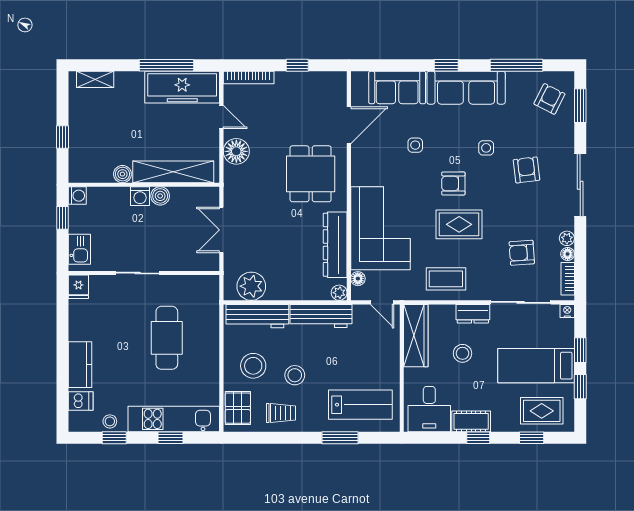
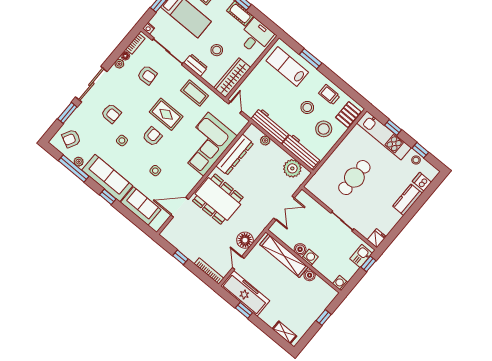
window: (166, 65) -> (244, 310), width x0.46
plant: (517, 79) -> (79, 162), added
window: (580, 106) -> (67, 113), moved
armchair: (526, 170) -> (111, 113), turned -83
dining table: (311, 174) -> (218, 199), width x1.38
armchair: (453, 183) -> (152, 136), turned -88
window: (63, 218) -> (368, 264), moved
floor lamp: (358, 279) -> (237, 129), removed
plant: (339, 293) -> (265, 140), moved

